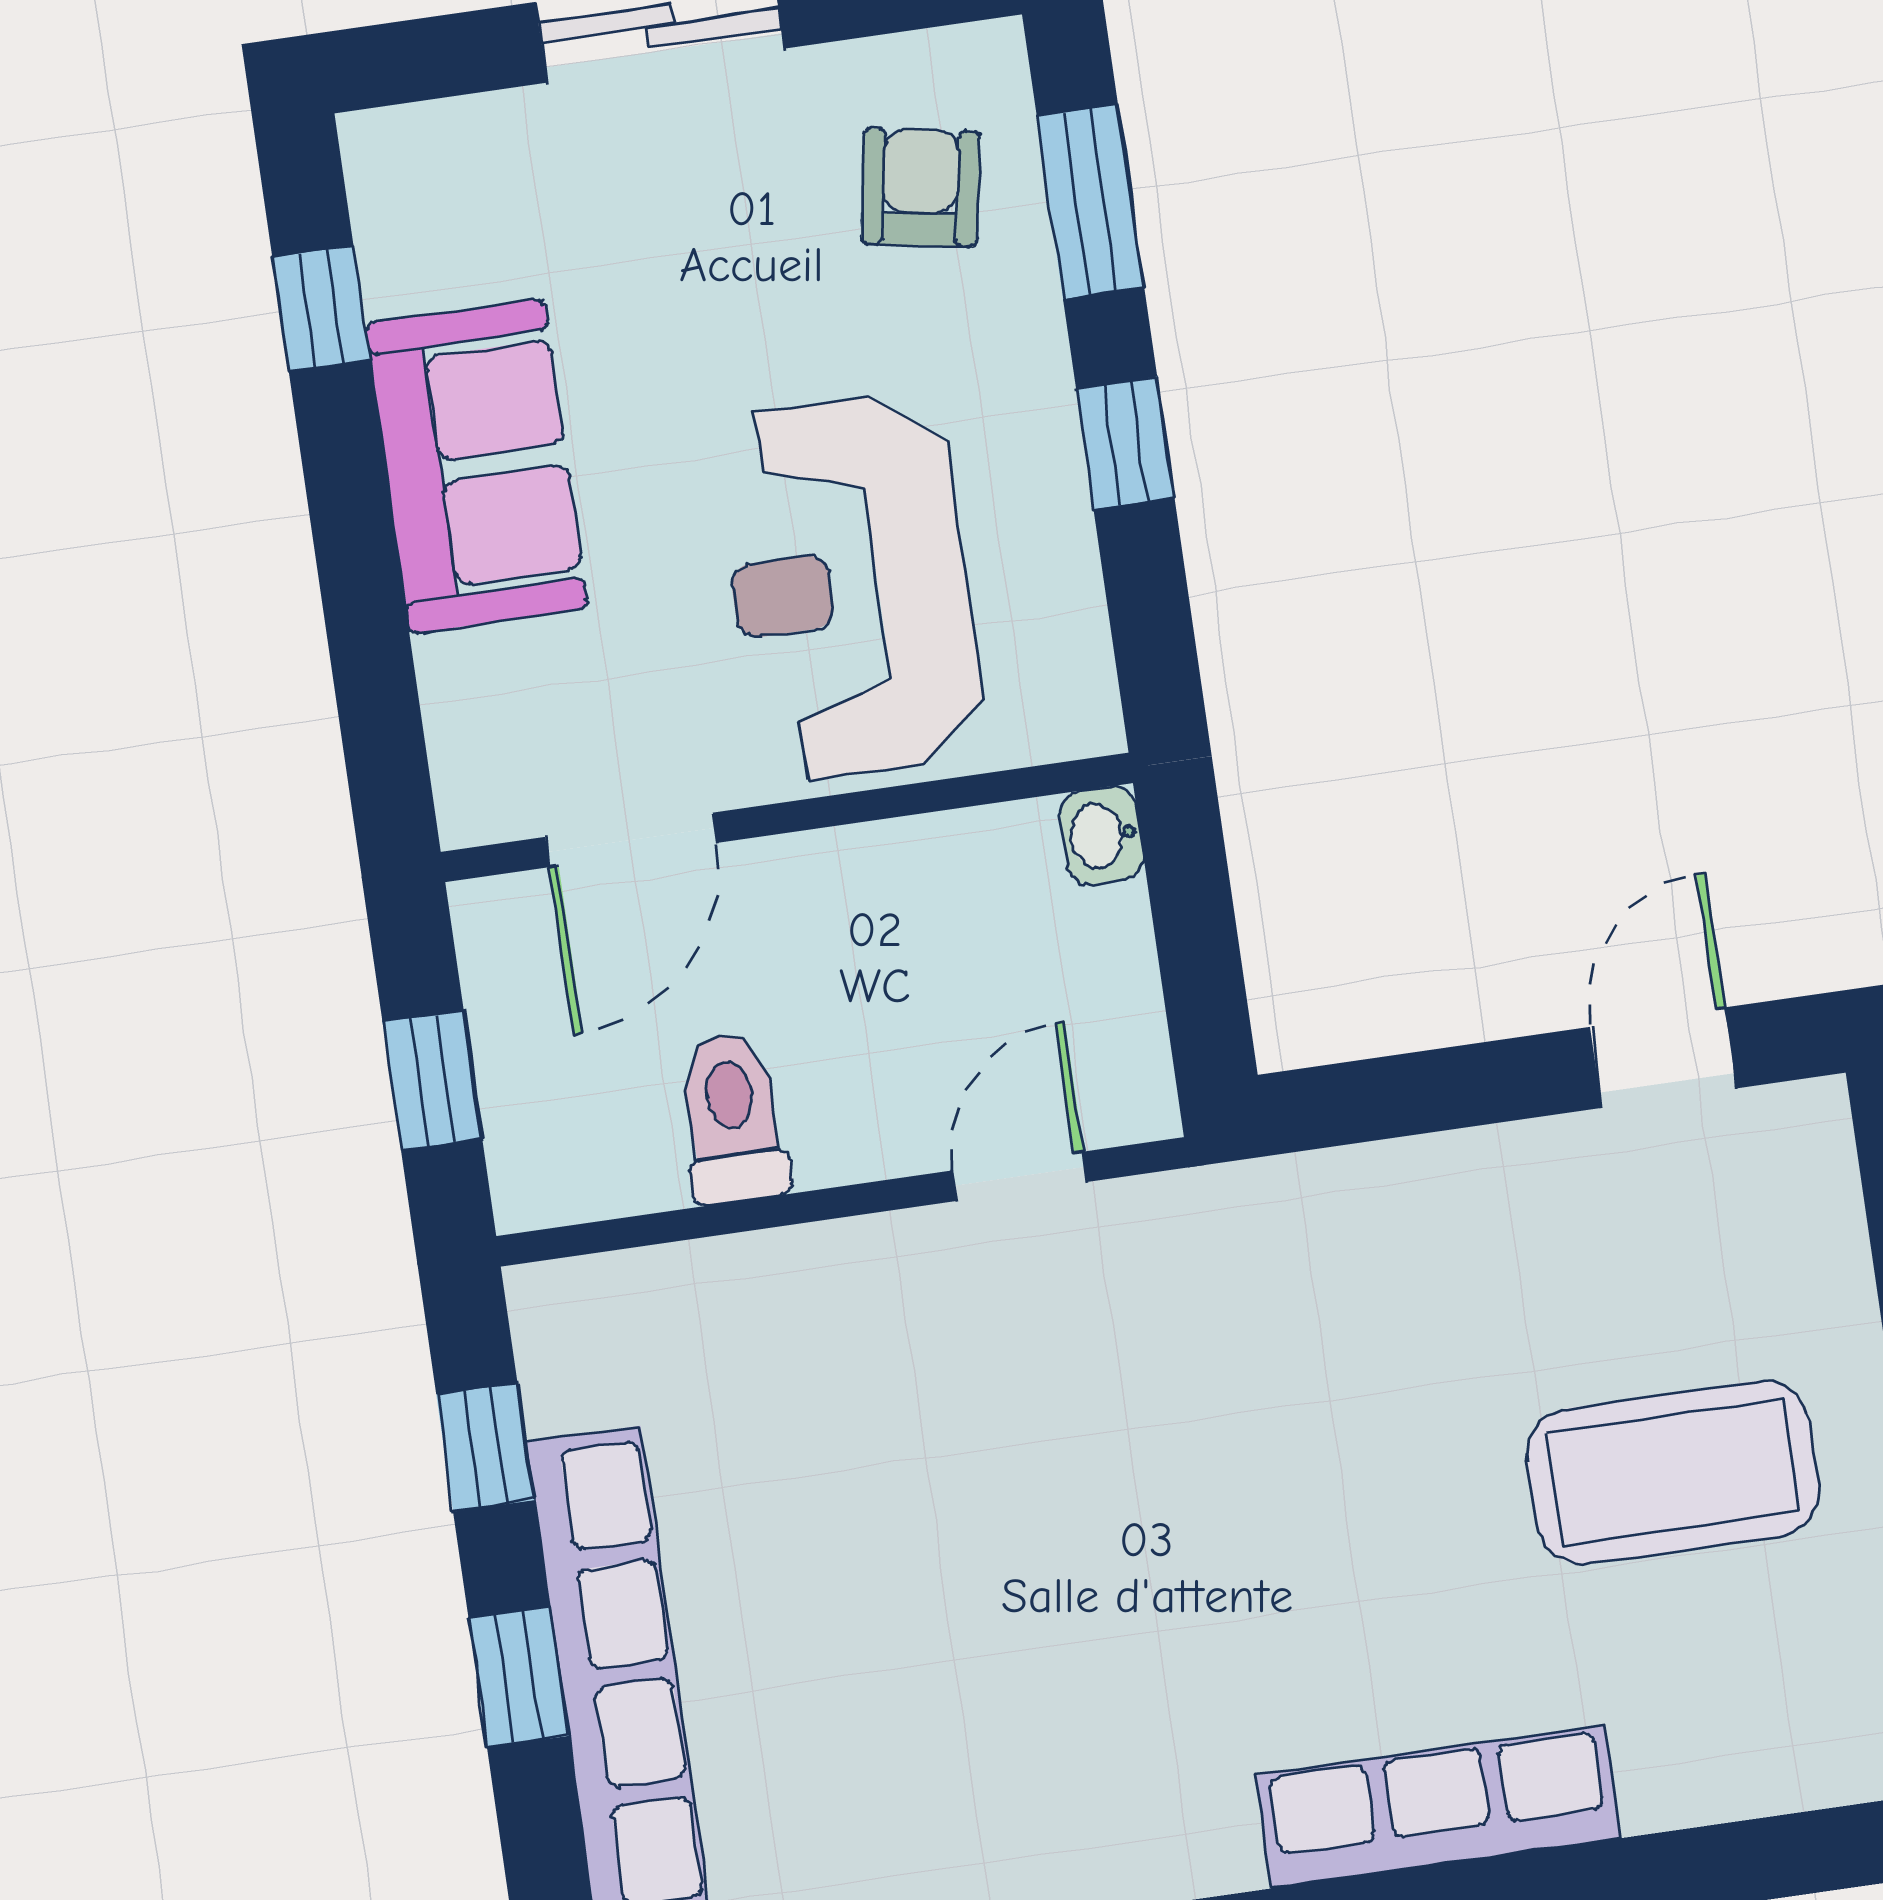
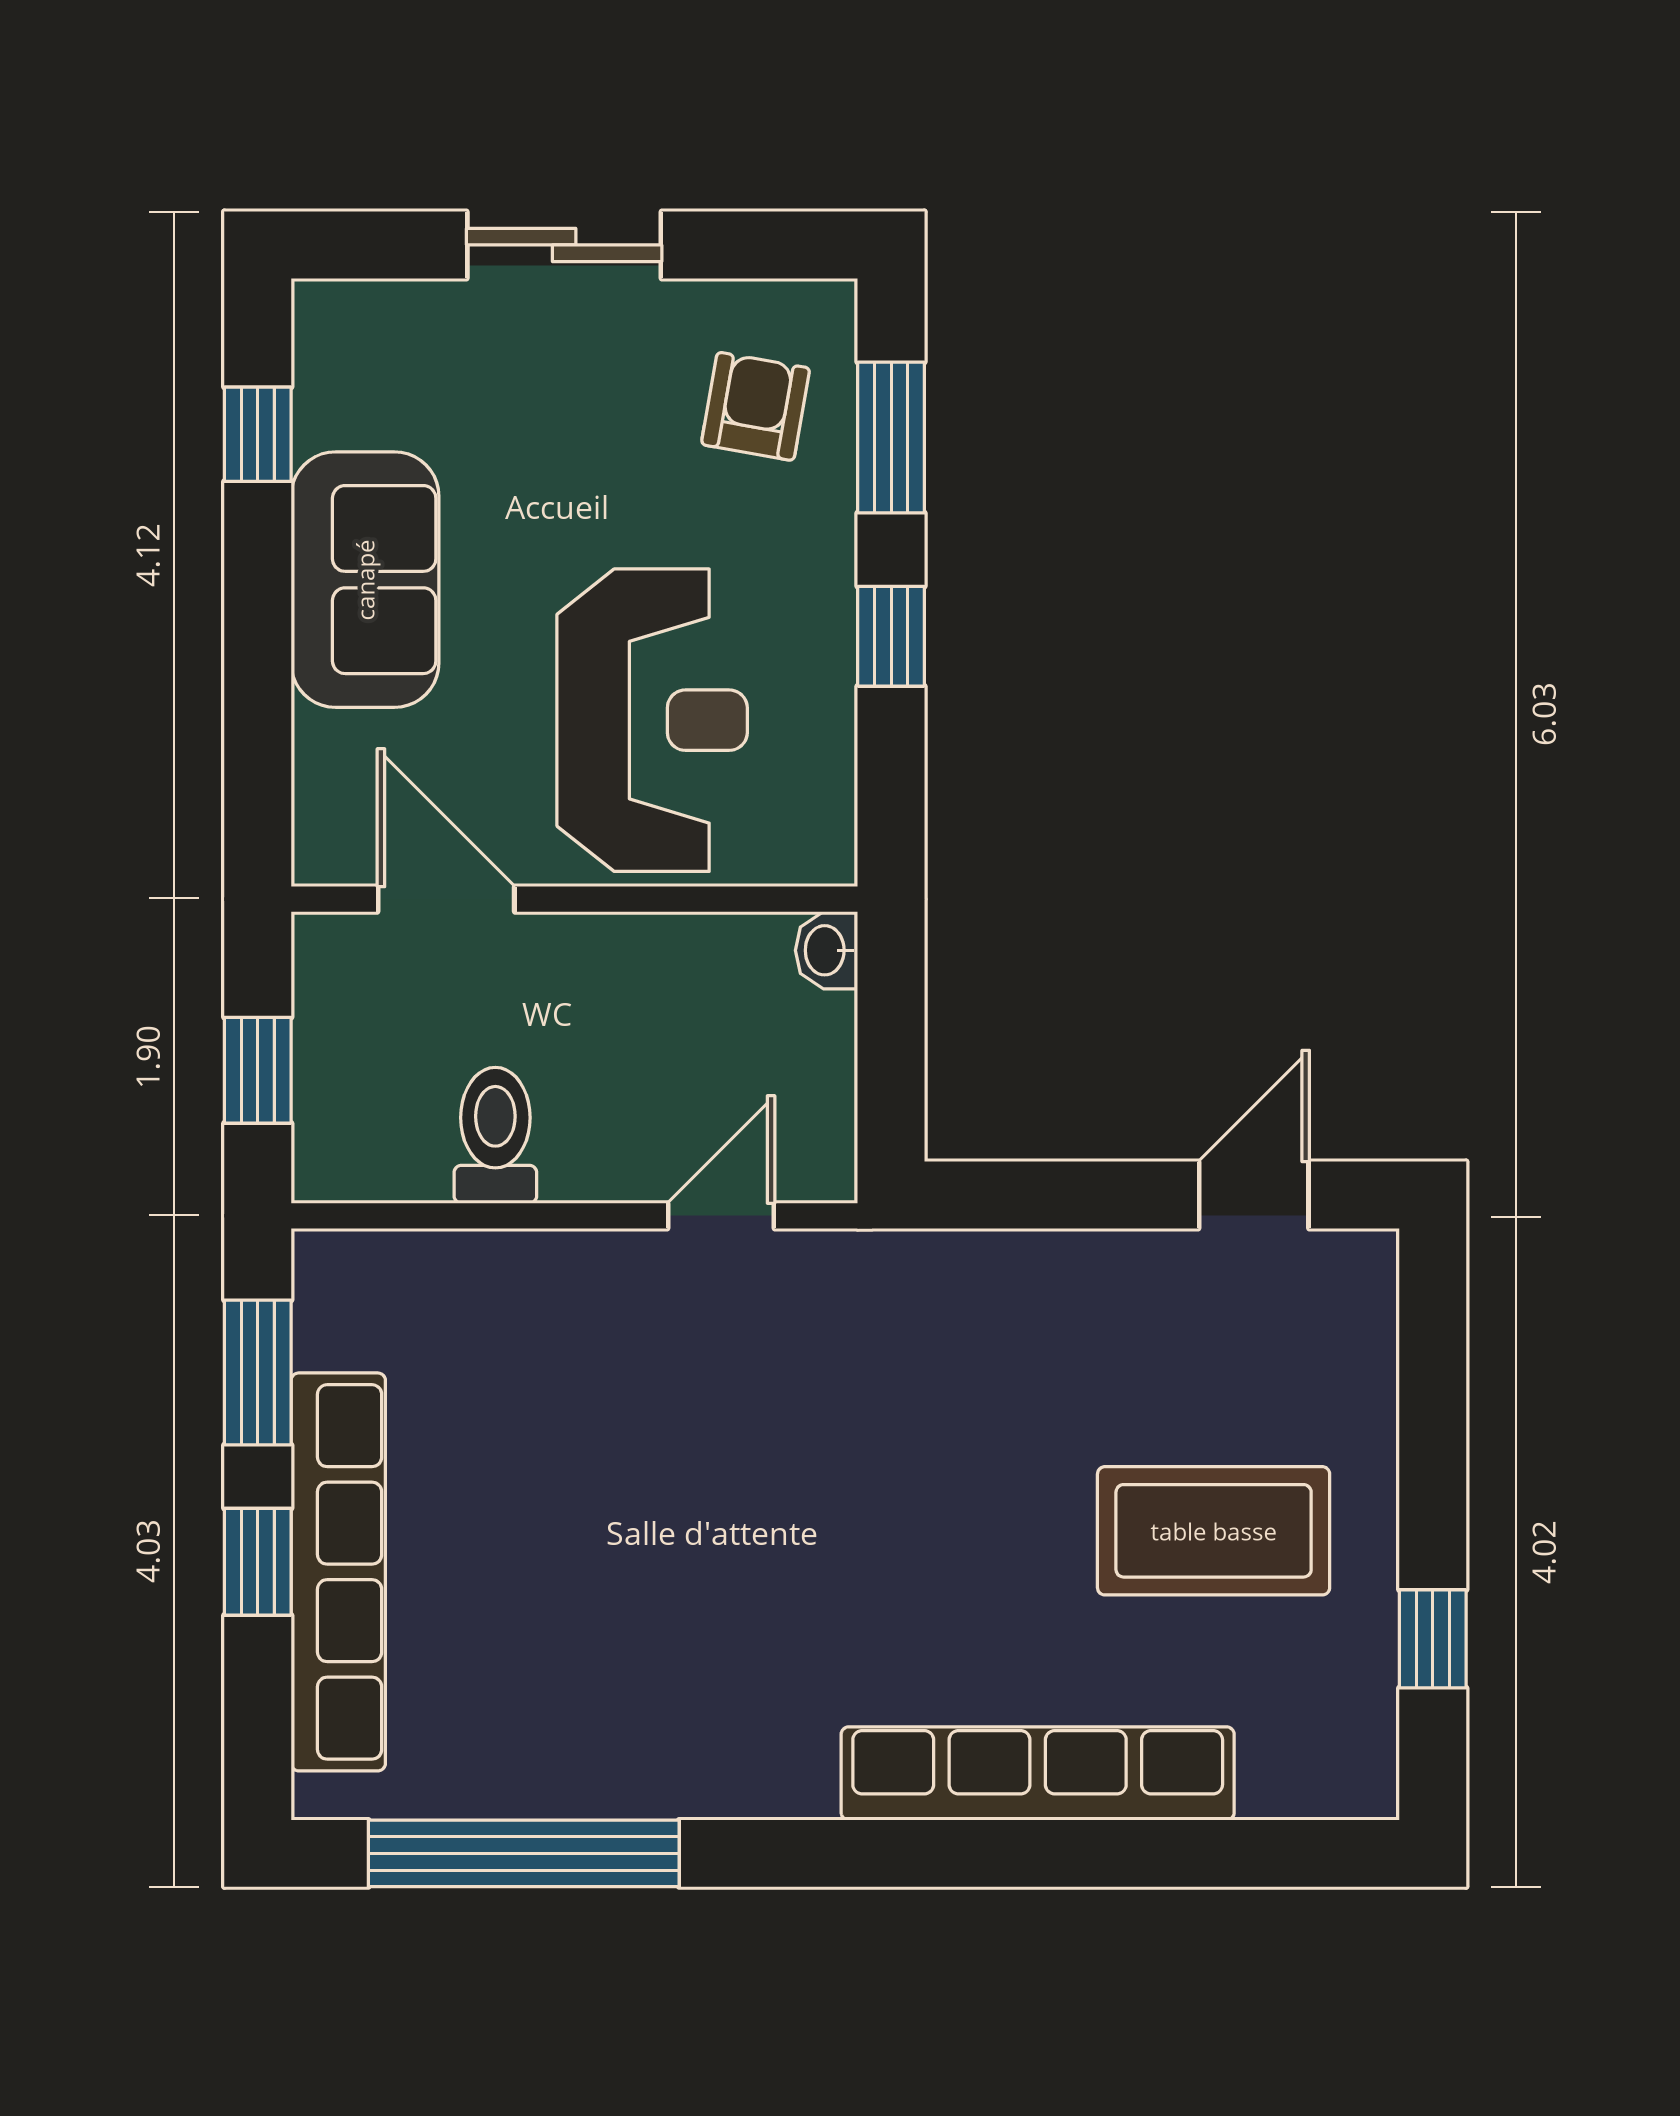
reception desk: (850, 587) -> (652, 720), turned 180
door: (631, 840) -> (446, 899), swing flipped
window: (485, 1447) -> (258, 1372), width x1.50
row of seats: (1438, 1807) -> (1038, 1773), width x1.36

